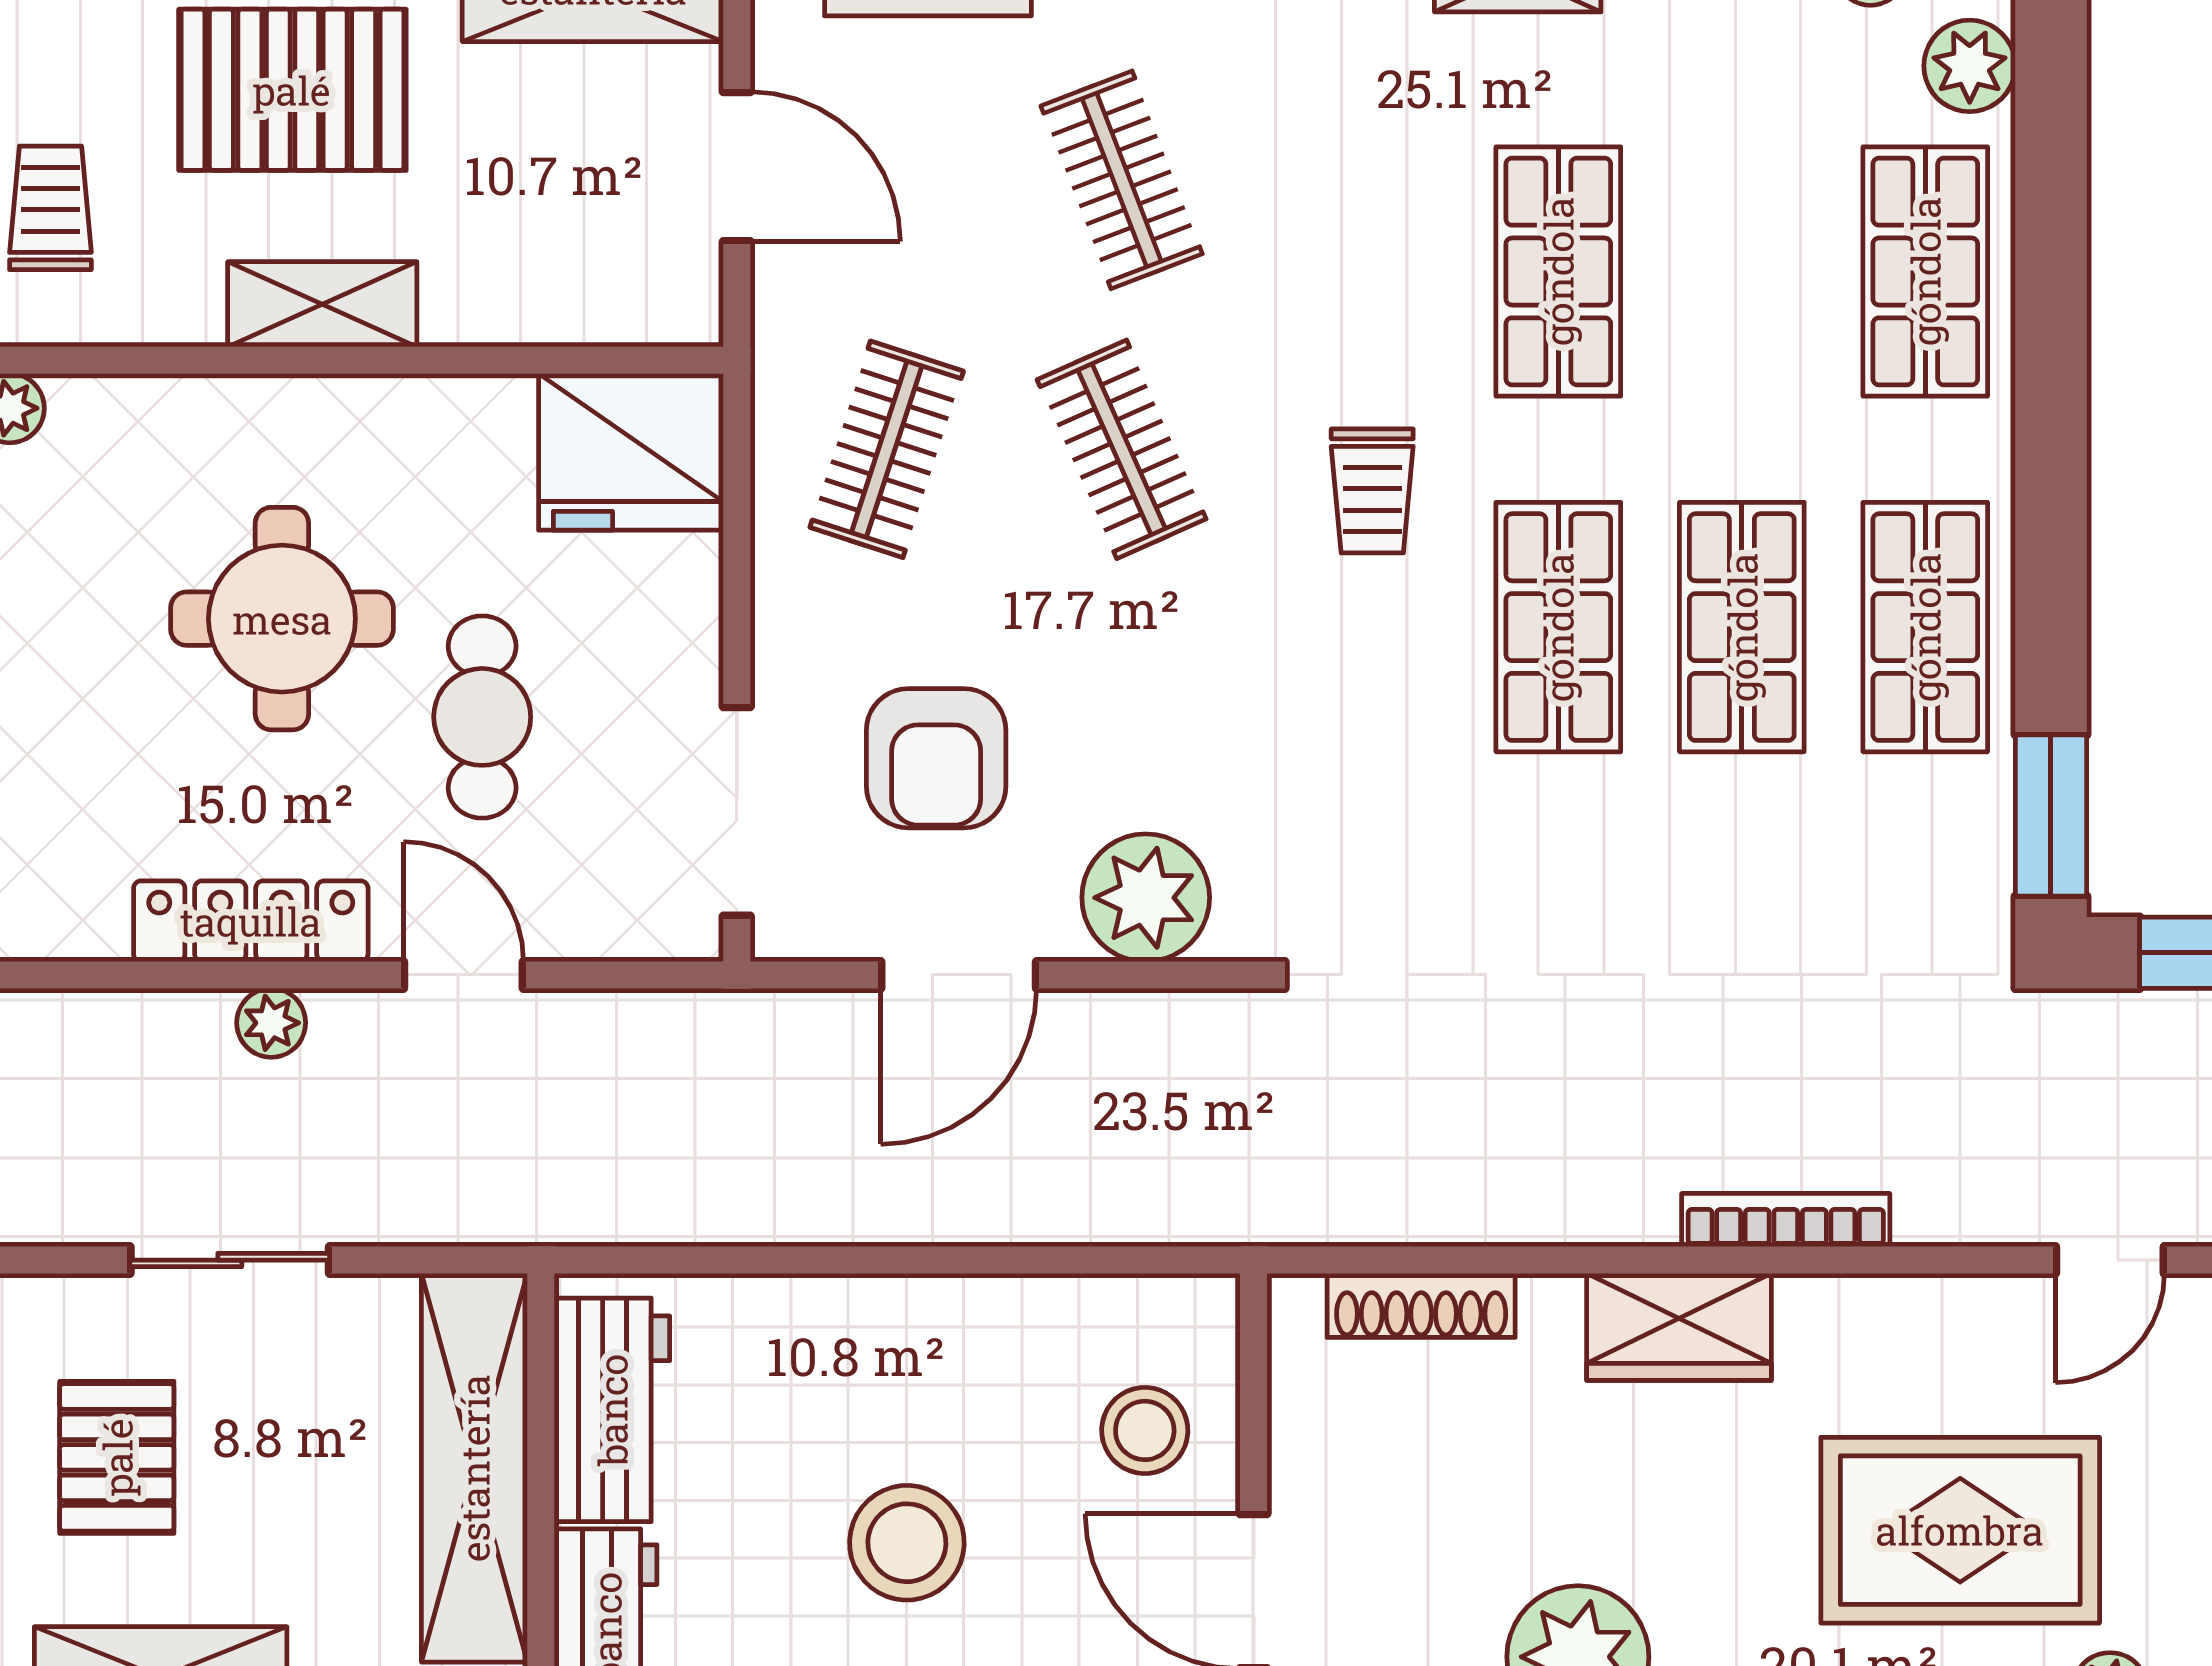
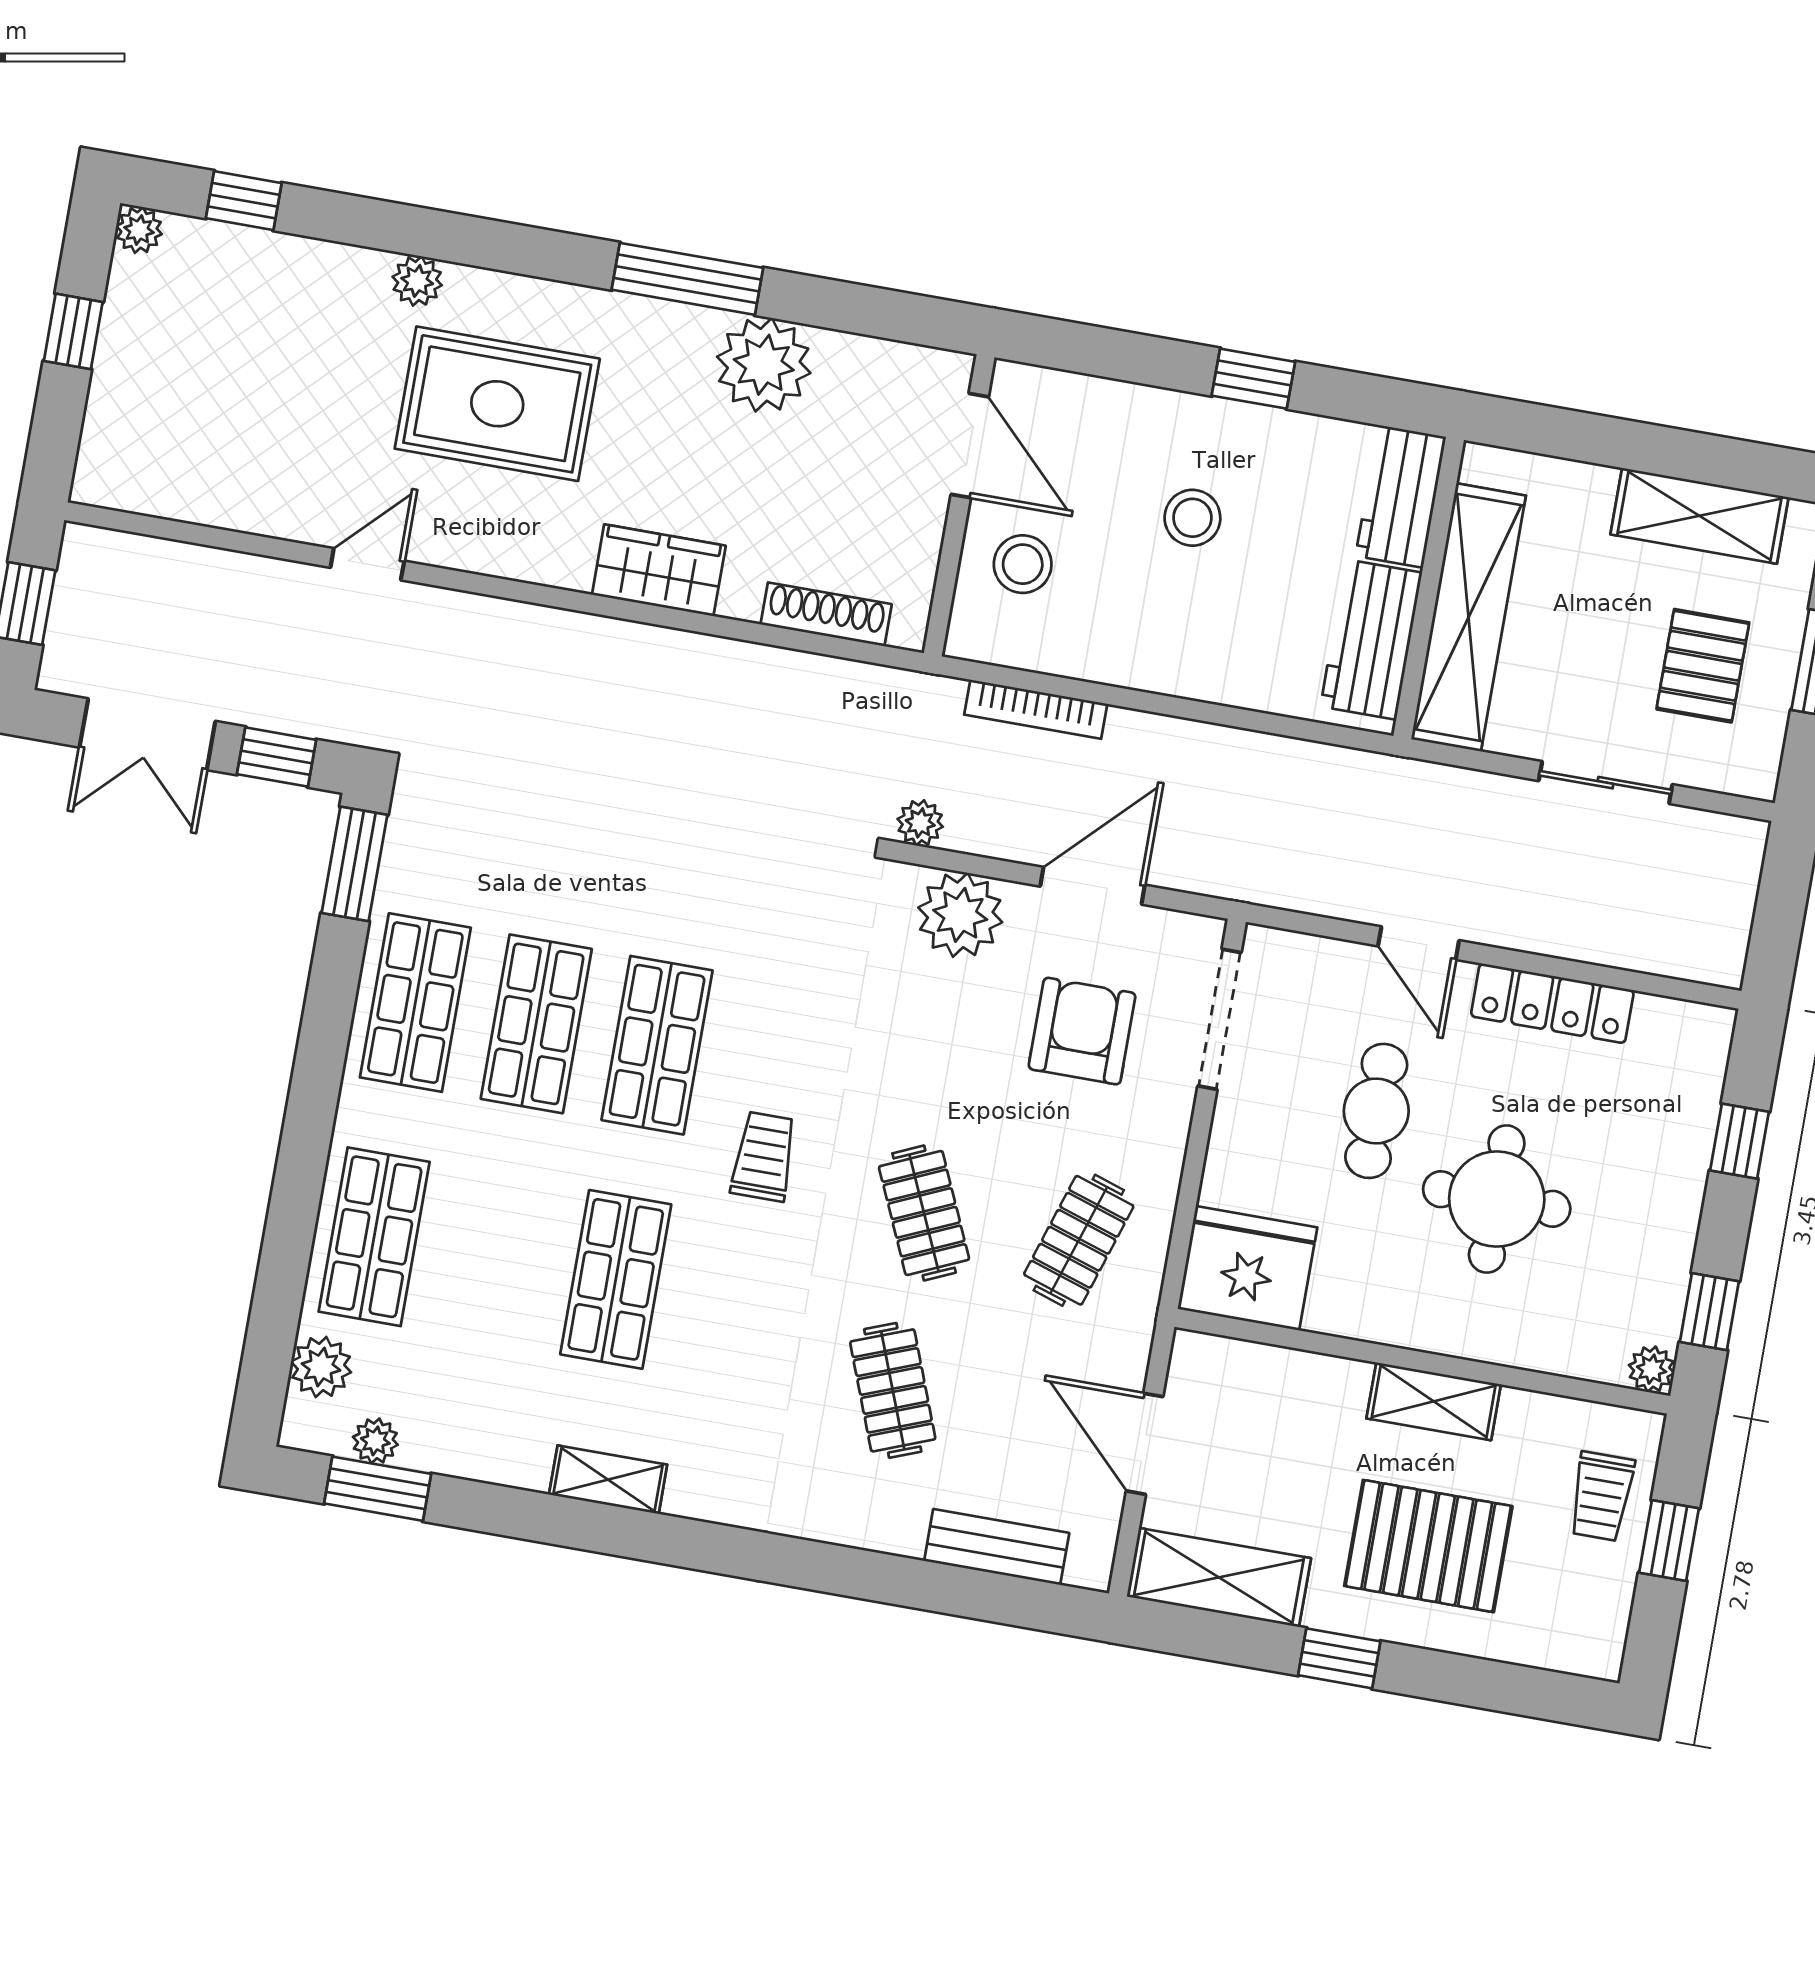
plant: (271, 1023) -> (920, 823), moved
bookcase: (1786, 1220) -> (1036, 709), moved
stool: (907, 1543) -> (1192, 518), width x0.73, depth x0.73

